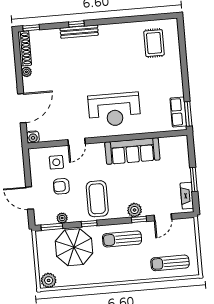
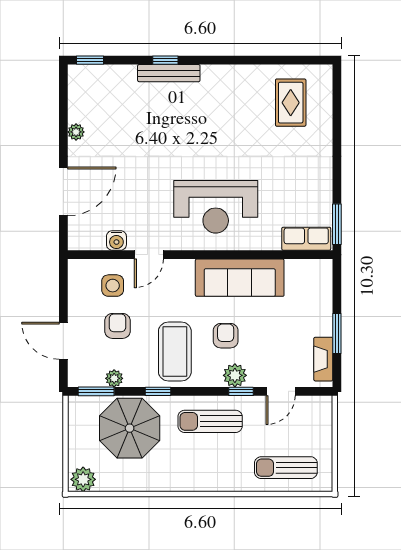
shoe rack: (25, 48) -> (77, 93), removed
row of seats: (178, 112) -> (306, 239), moved, turned 90
water cooler: (33, 137) -> (116, 240), moved
armchair: (61, 186) -> (117, 326), turned 90
armchair: (127, 187) -> (226, 336), added

